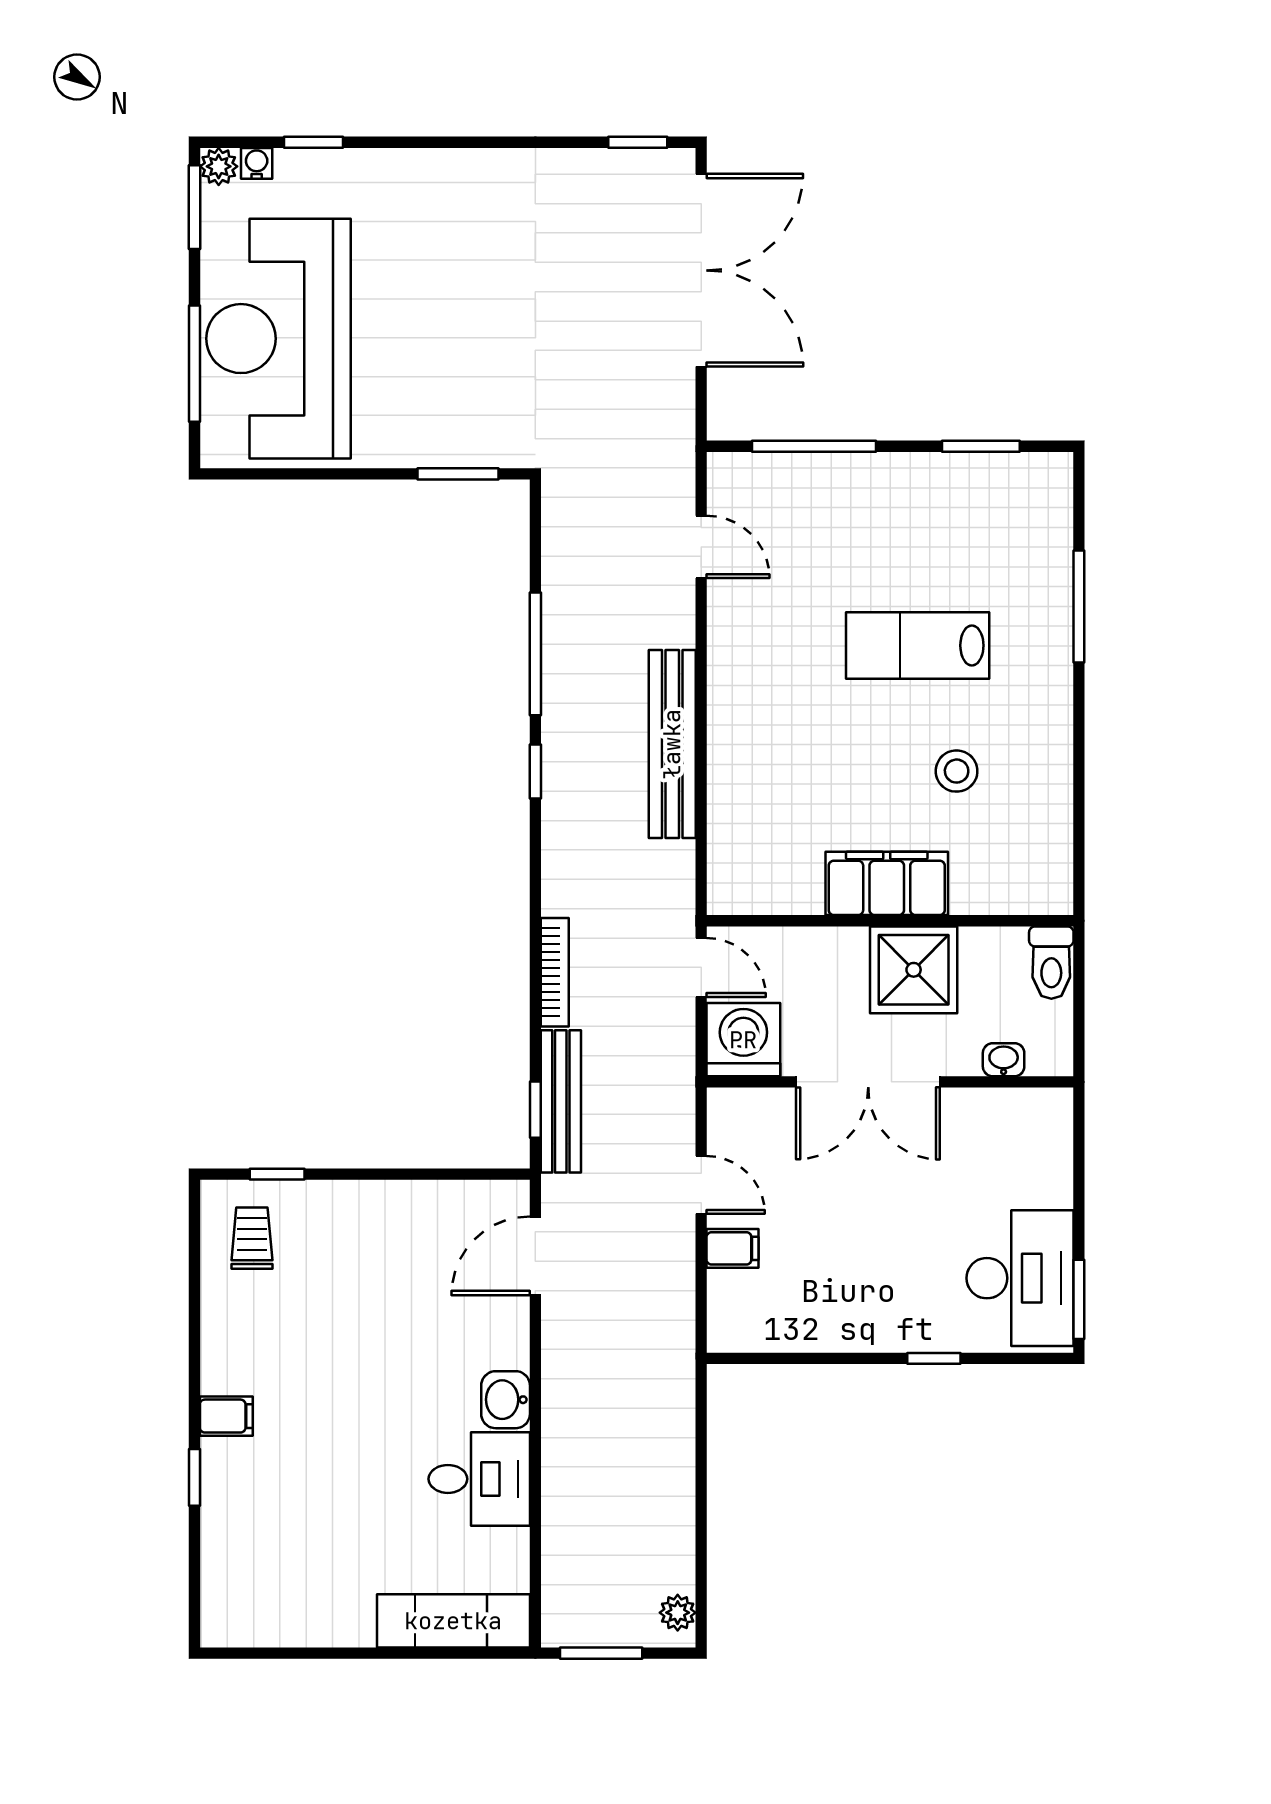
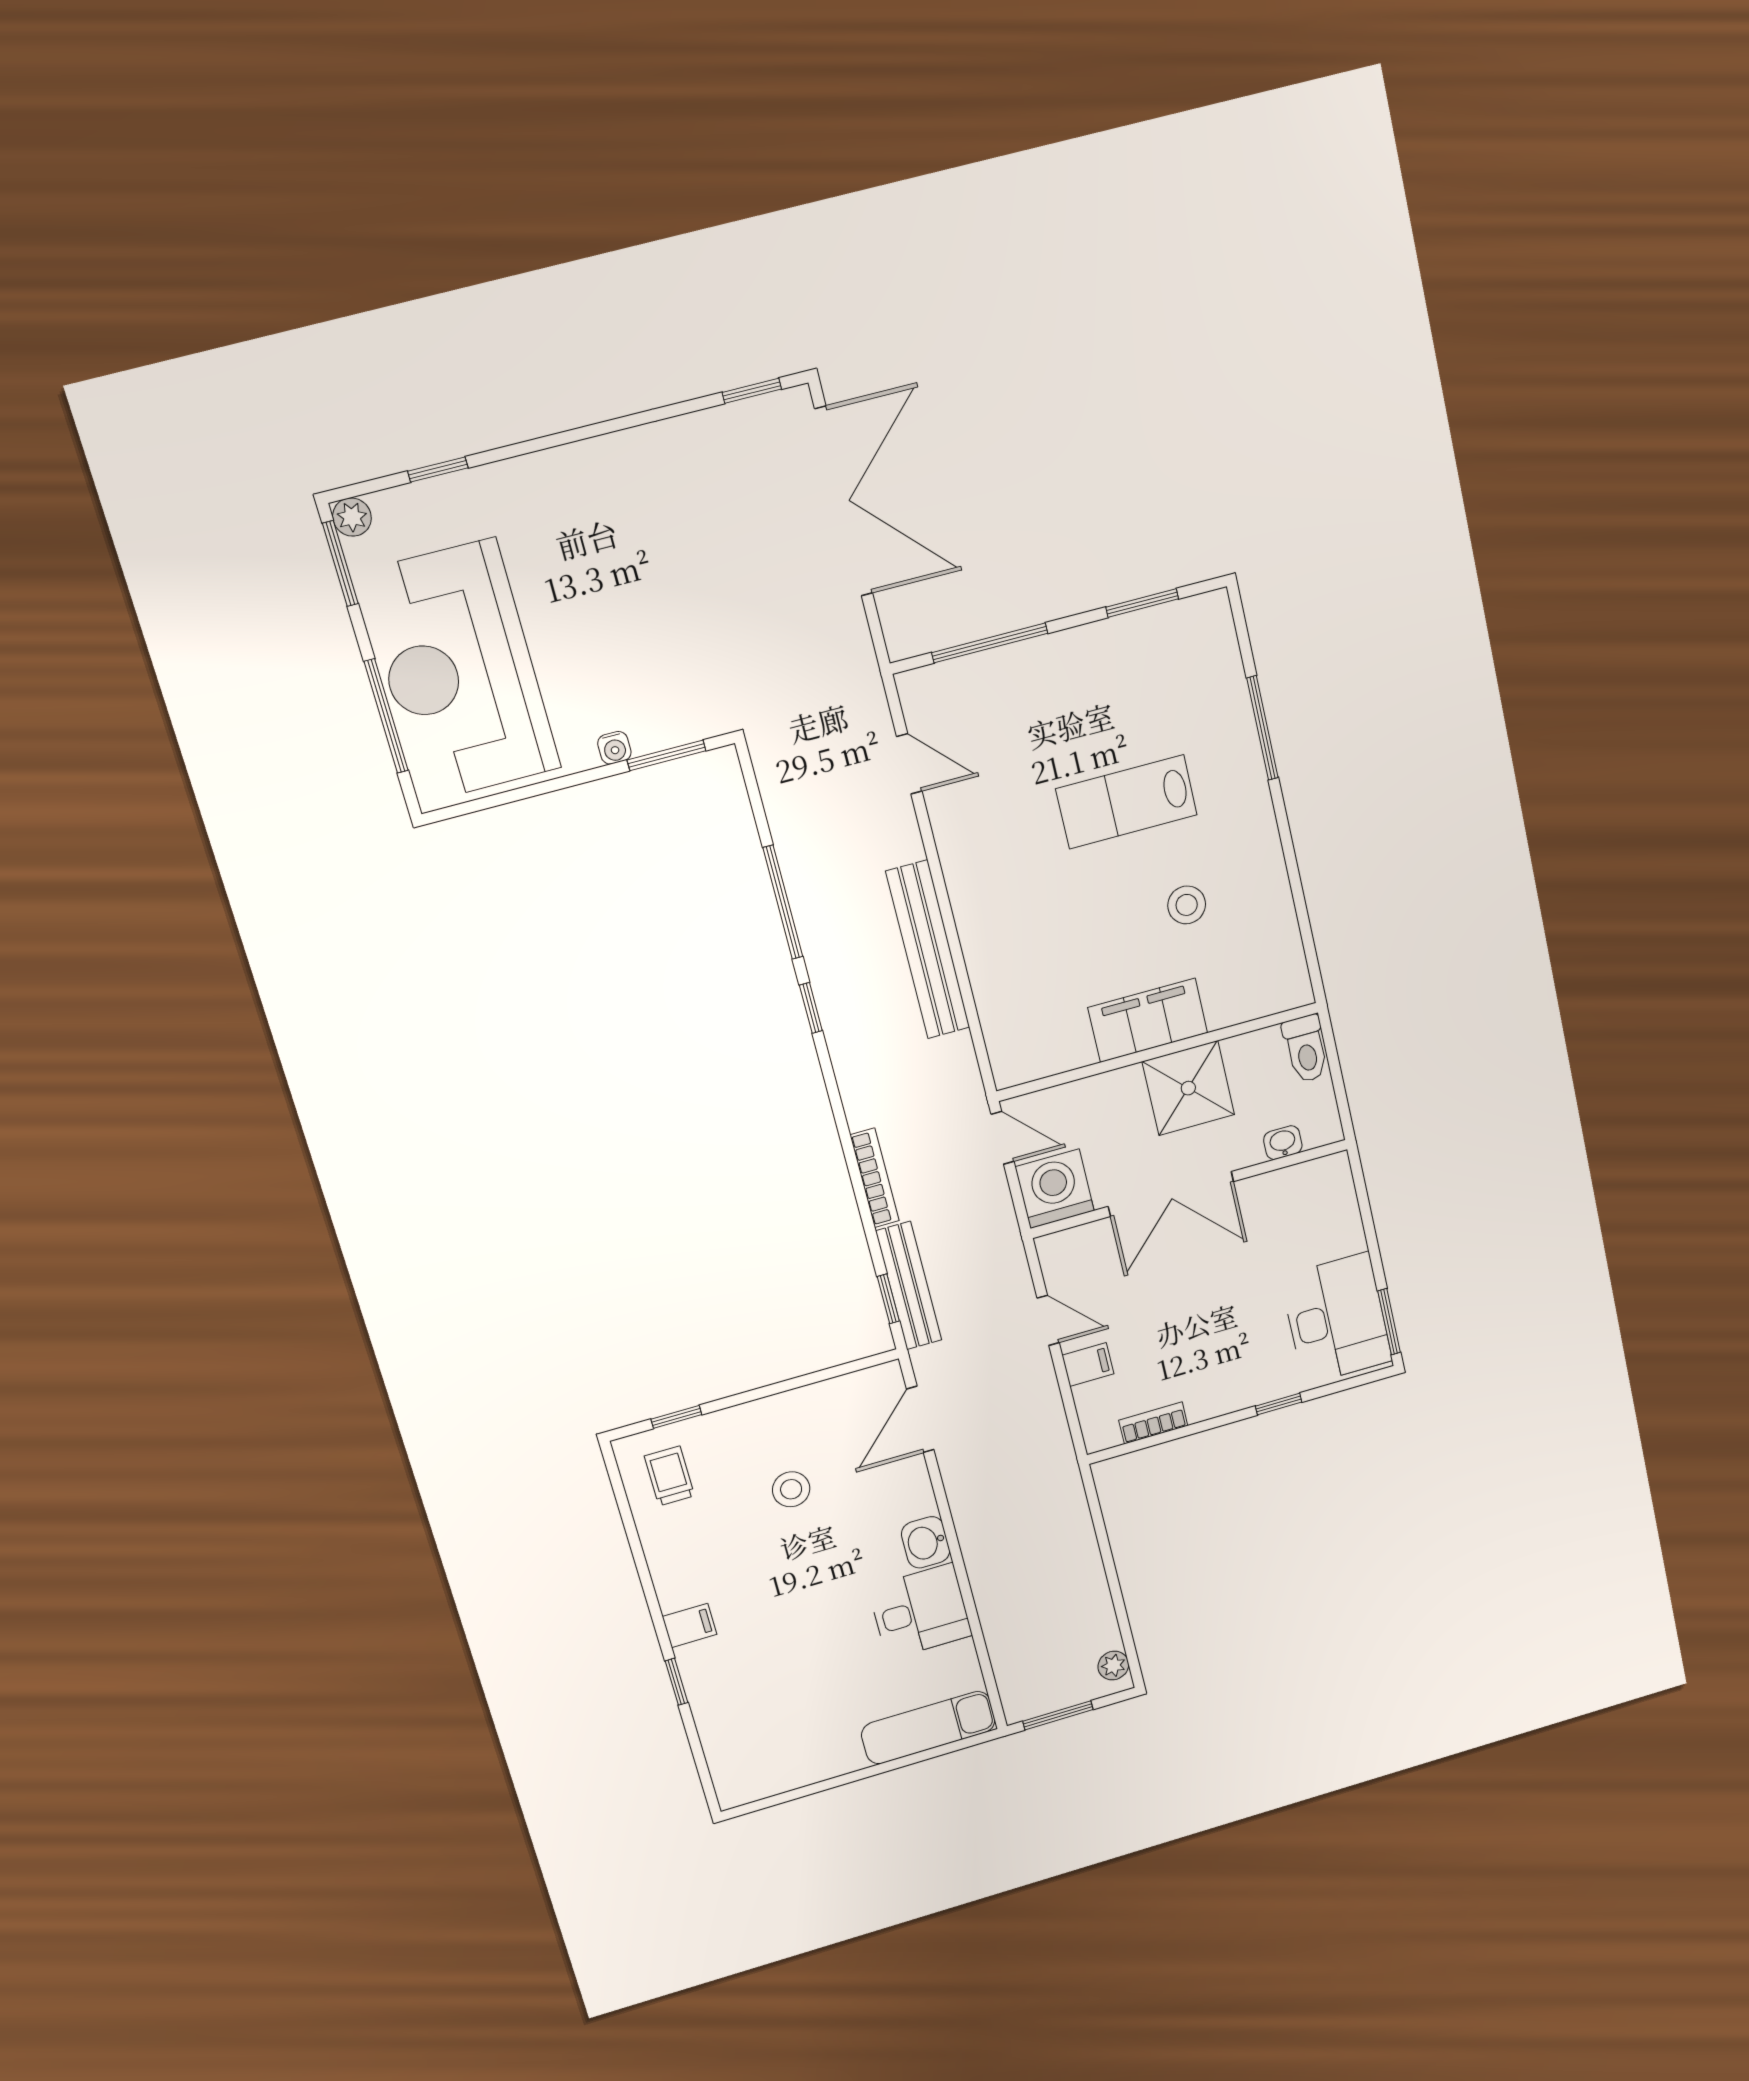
water cooler: (257, 163) -> (614, 748), moved, turned 180
stool: (376, 1293) -> (791, 1489), added
bookcase: (789, 1338) -> (1153, 1423), added

